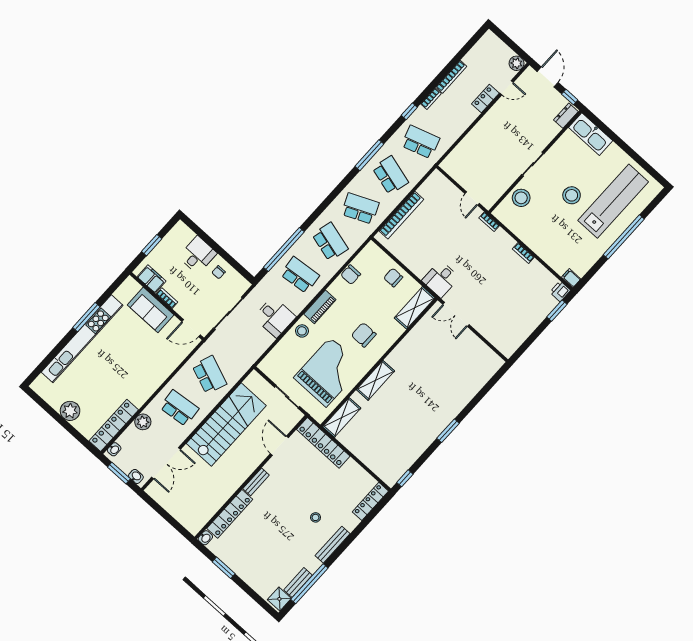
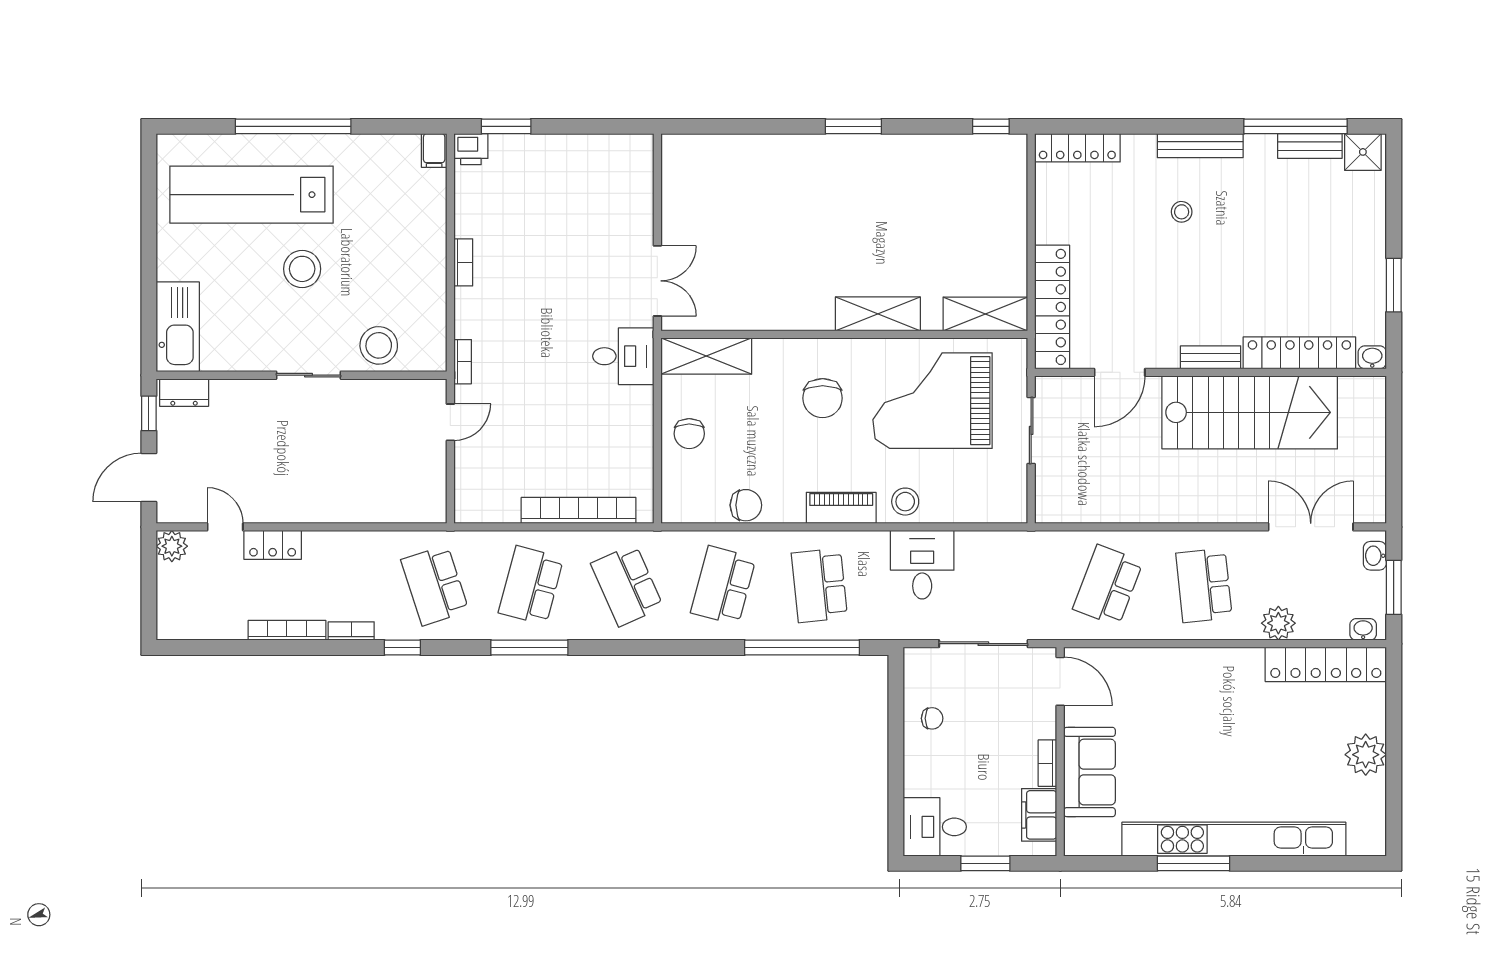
desk: (198, 255) -> (935, 827), moved
stairs: (226, 425) -> (1250, 412), moved, turned 180

